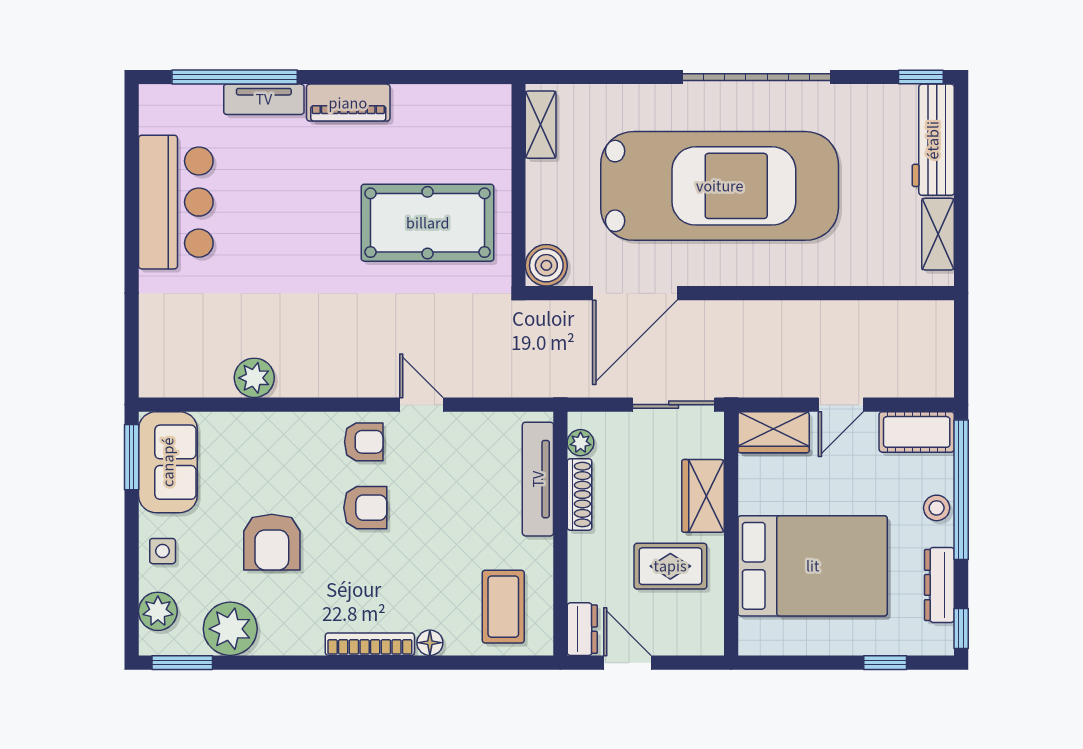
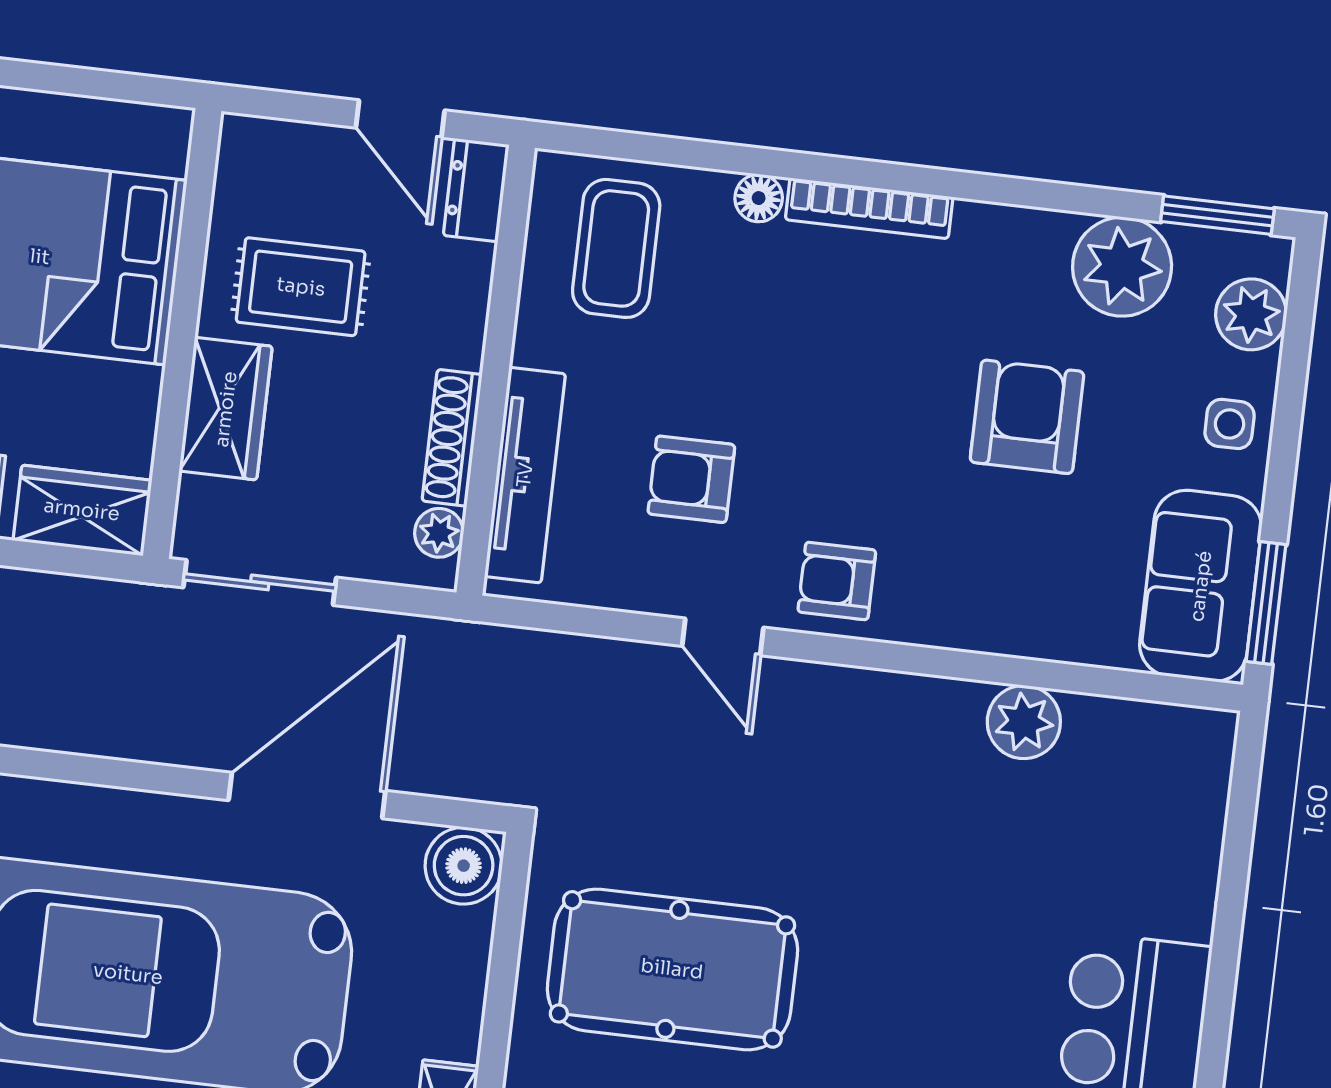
armchair: (365, 508) -> (691, 479), moved

